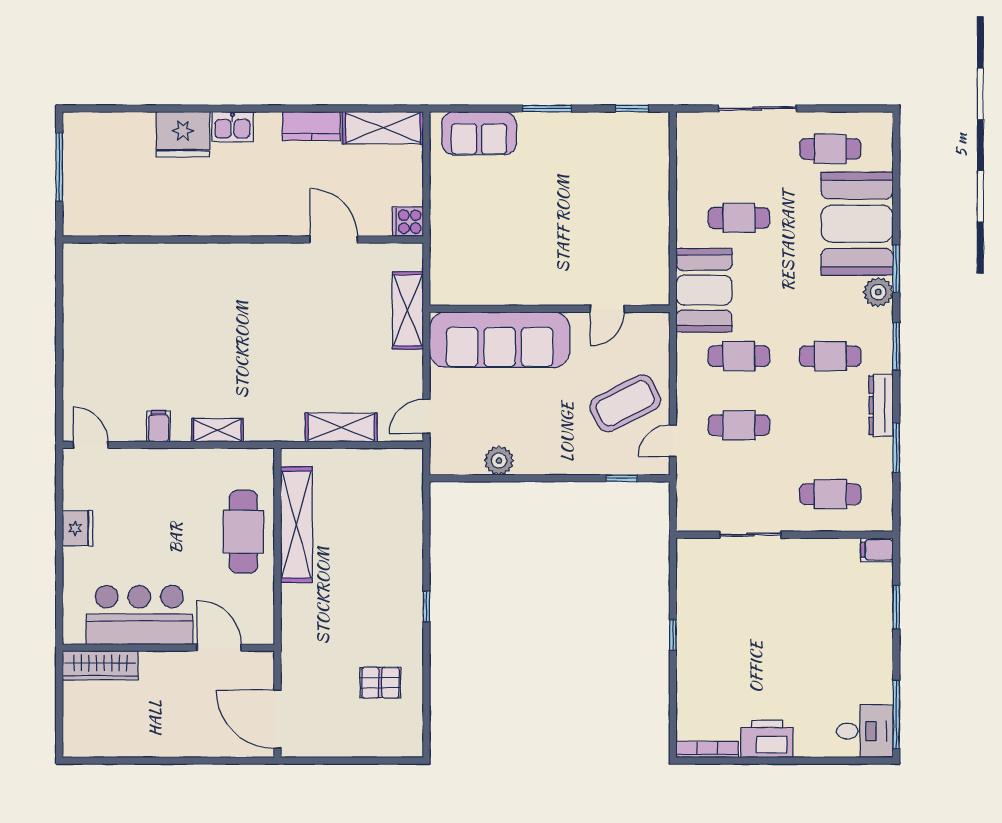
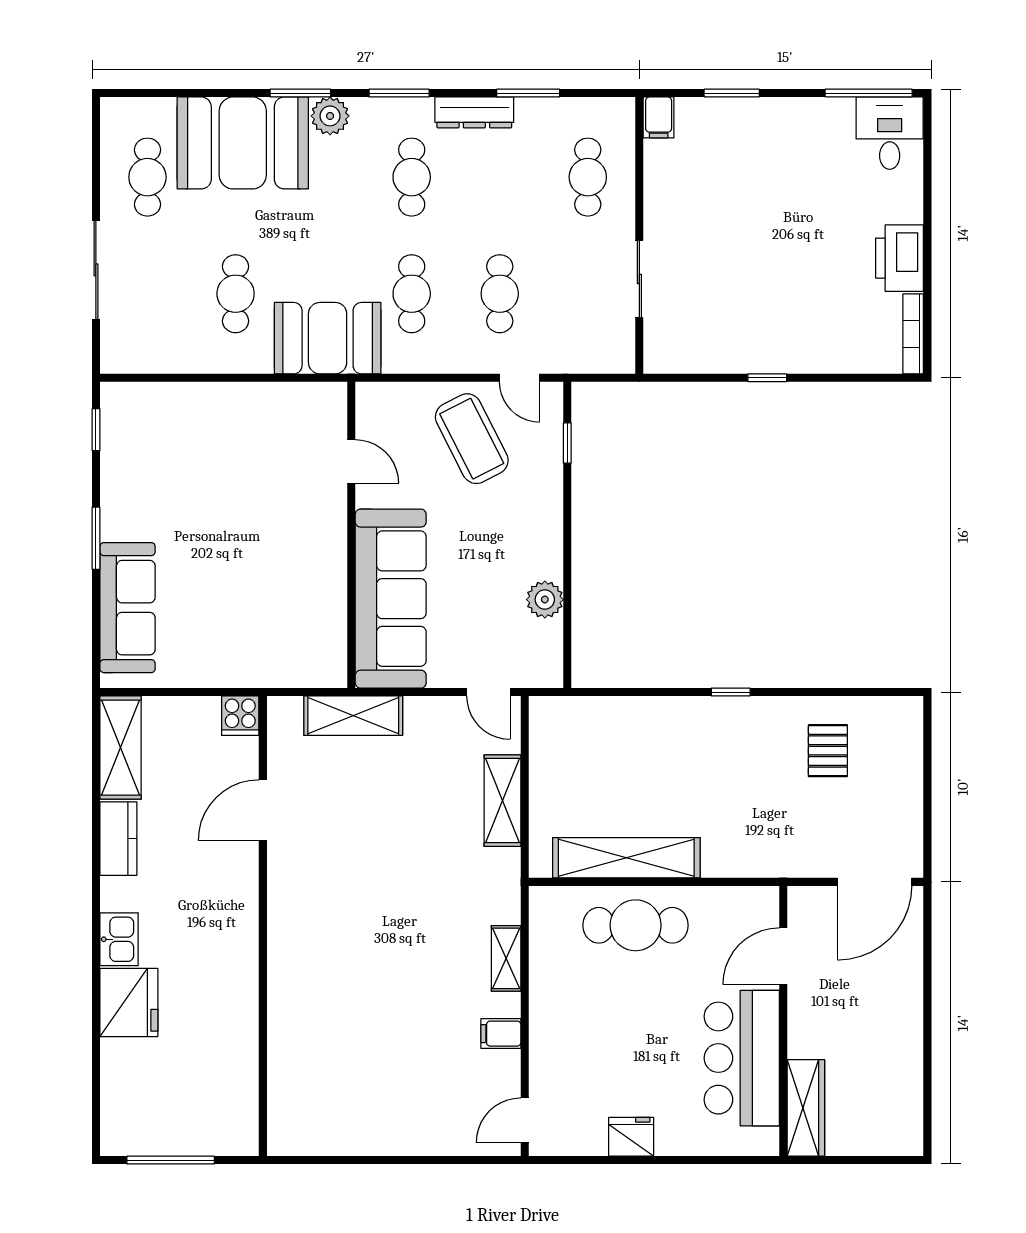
sofa: (479, 133) -> (128, 608), width x1.36

